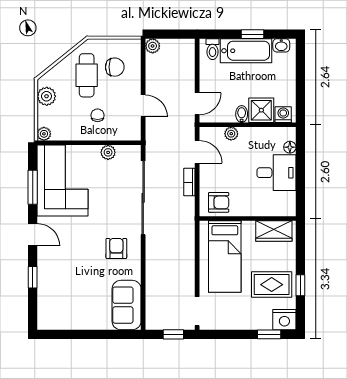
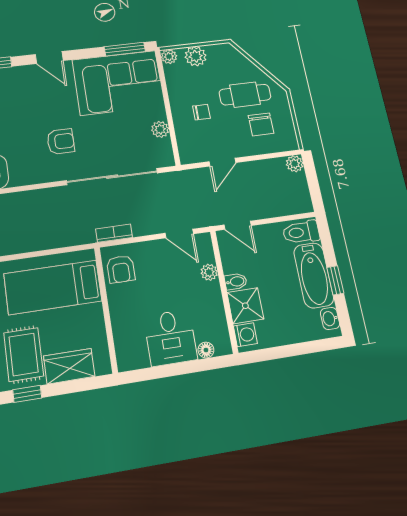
toilet: (213, 49) -> (301, 232), width x1.37, depth x1.39
plant: (47, 96) -> (196, 56), moved
door: (197, 152) -> (179, 234), hinge flipped
bookcase: (189, 182) -> (114, 233), moved
window: (33, 187) -> (125, 49), moved
wardrobe: (274, 231) -> (69, 366), moved, turned 90
door: (33, 235) -> (49, 57), hinge flipped
armchair: (116, 248) -> (61, 141), moved

